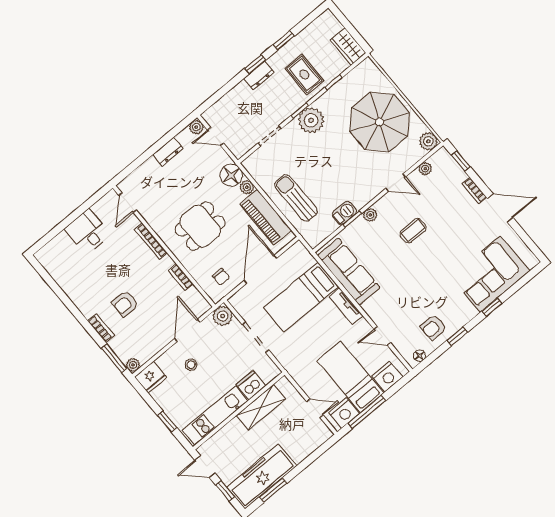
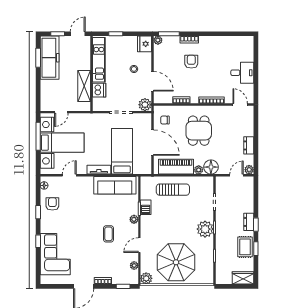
wardrobe: (348, 46) -> (243, 278), moved
rug: (304, 75) -> (245, 247), moved, turned 90

